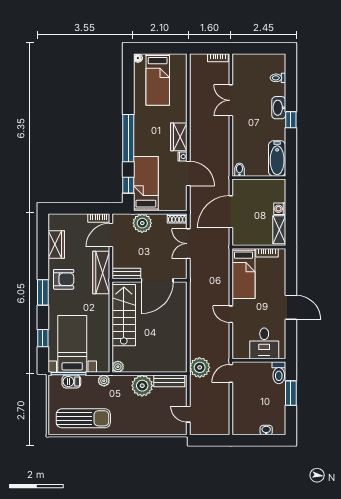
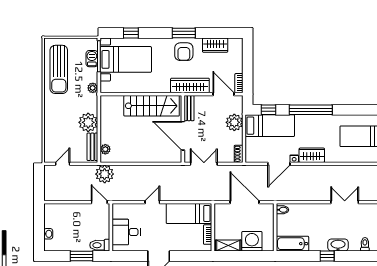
washing machine: (280, 209) -> (252, 241), width x1.89, depth x1.89
double door: (188, 244) -> (204, 164), moved
window: (43, 292) -> (184, 33), moved
plant: (118, 367) -> (105, 149), moved

